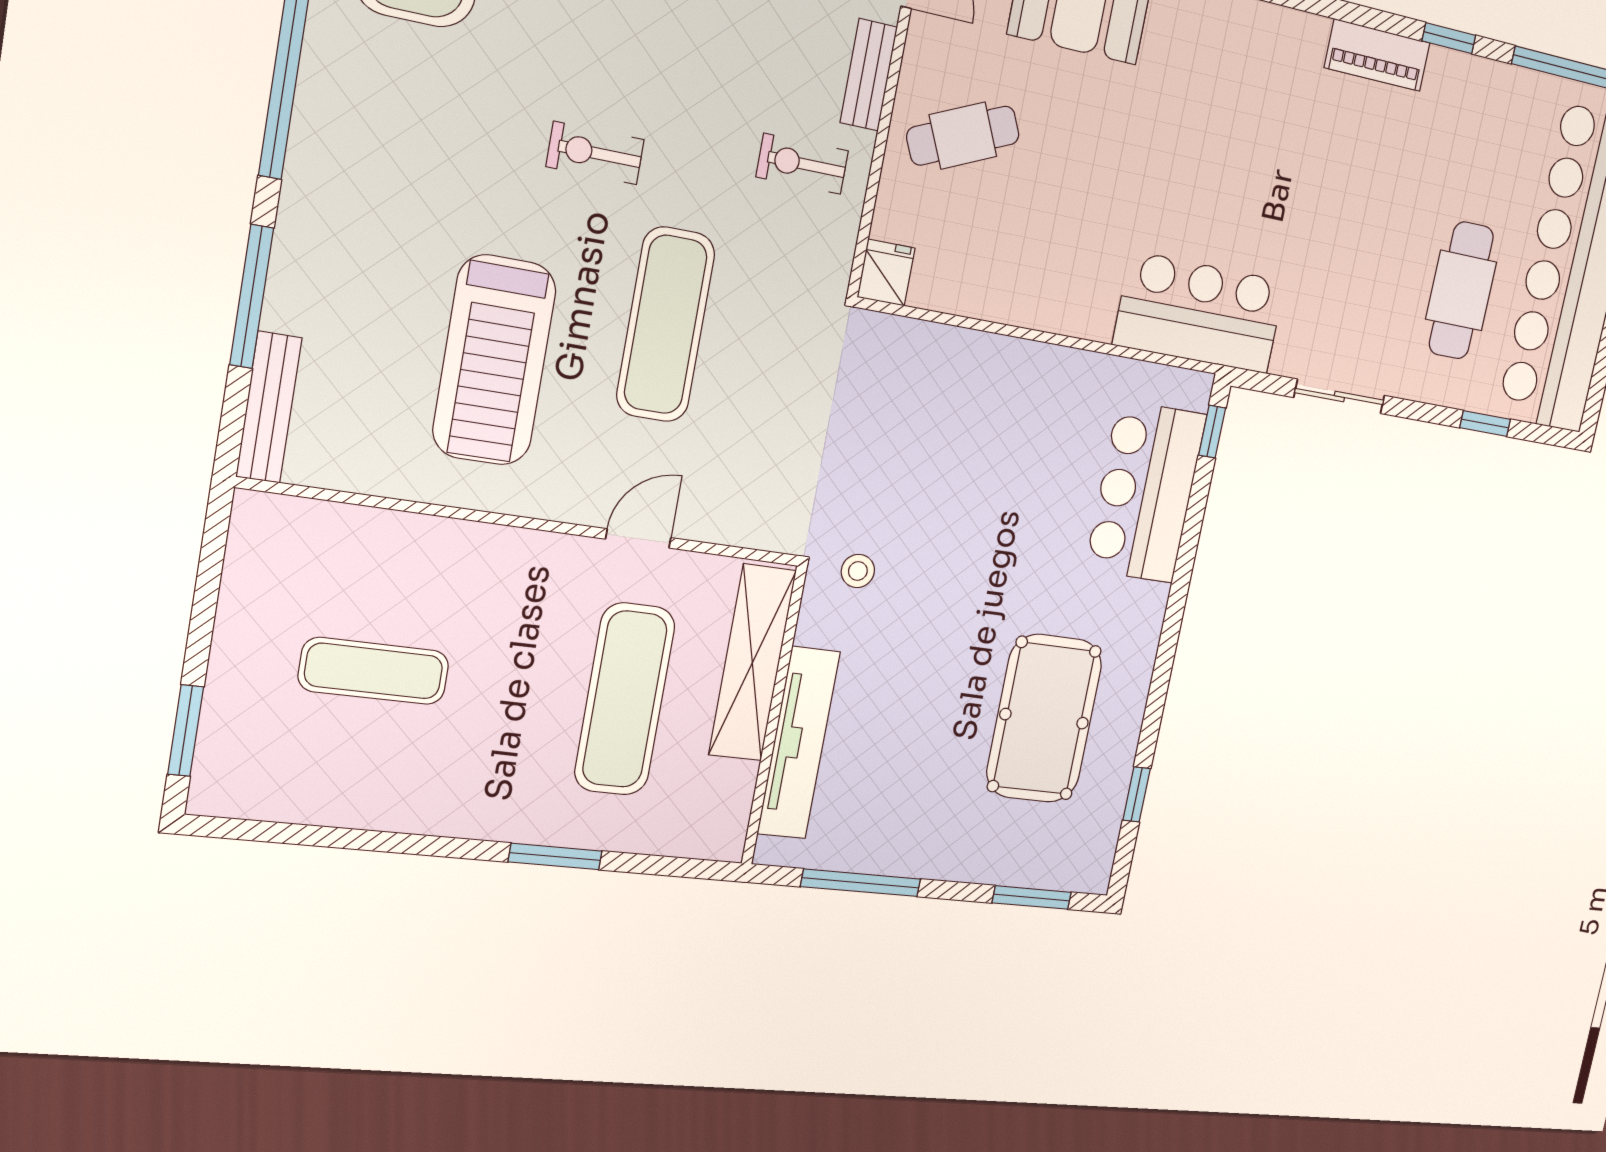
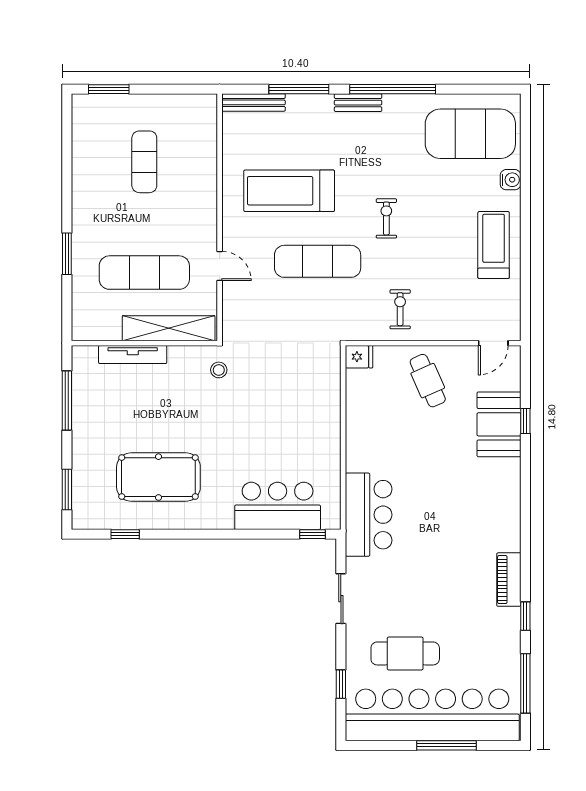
bench: (869, 75) -> (358, 103), moved
tv unit: (799, 743) -> (133, 355), width x0.73, depth x0.78

